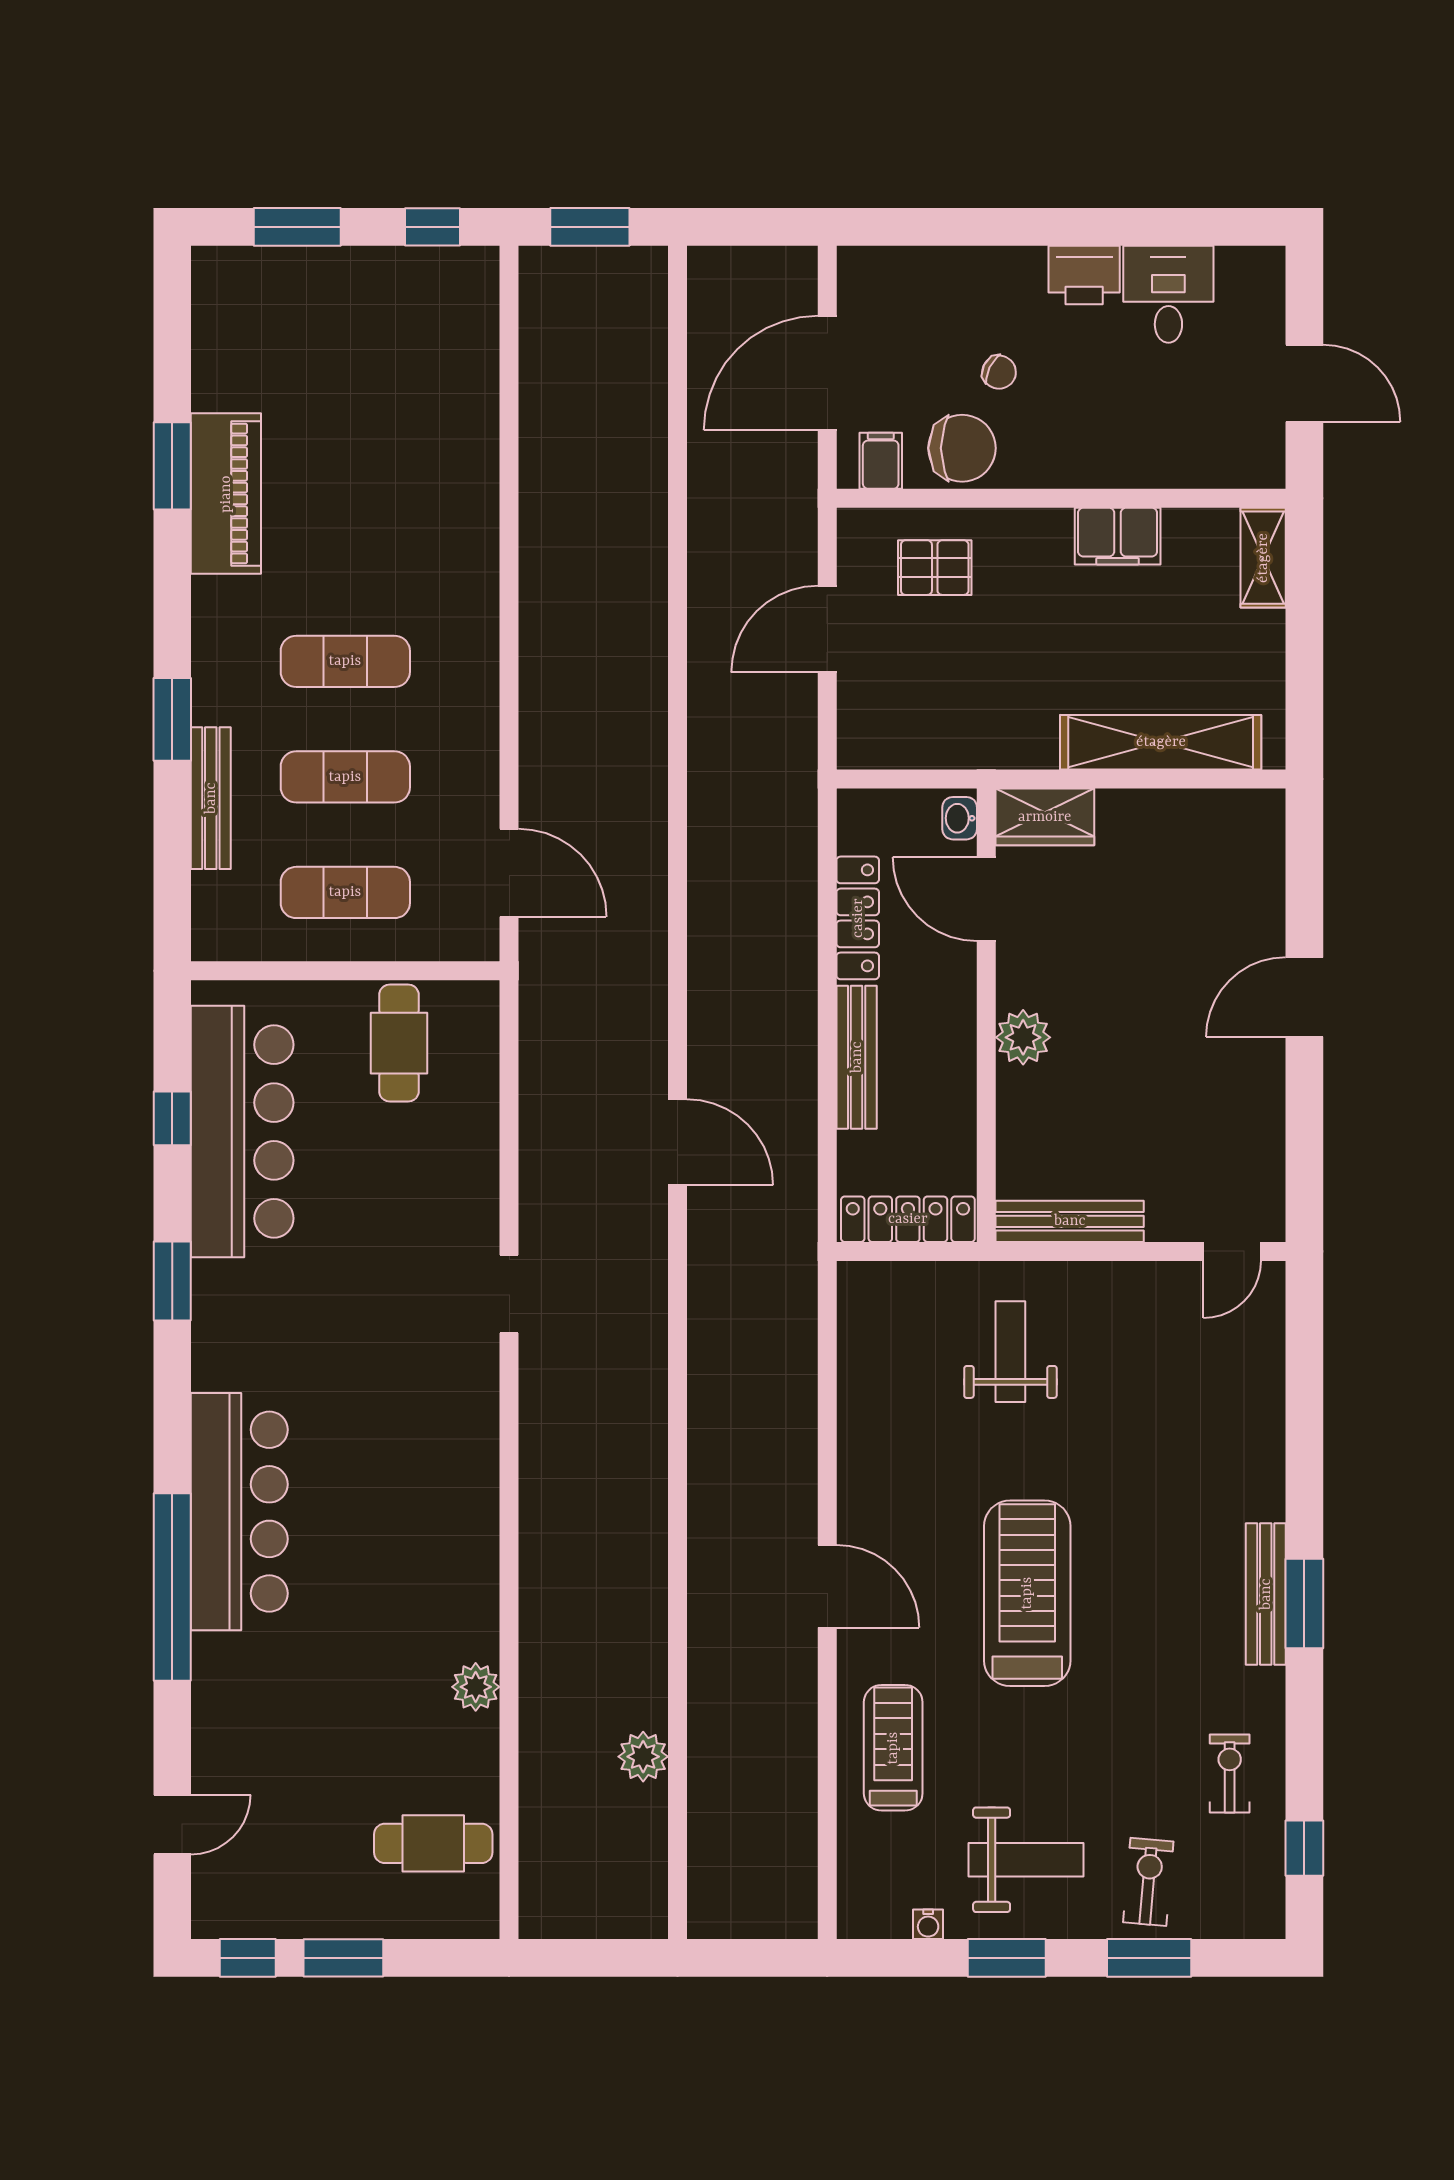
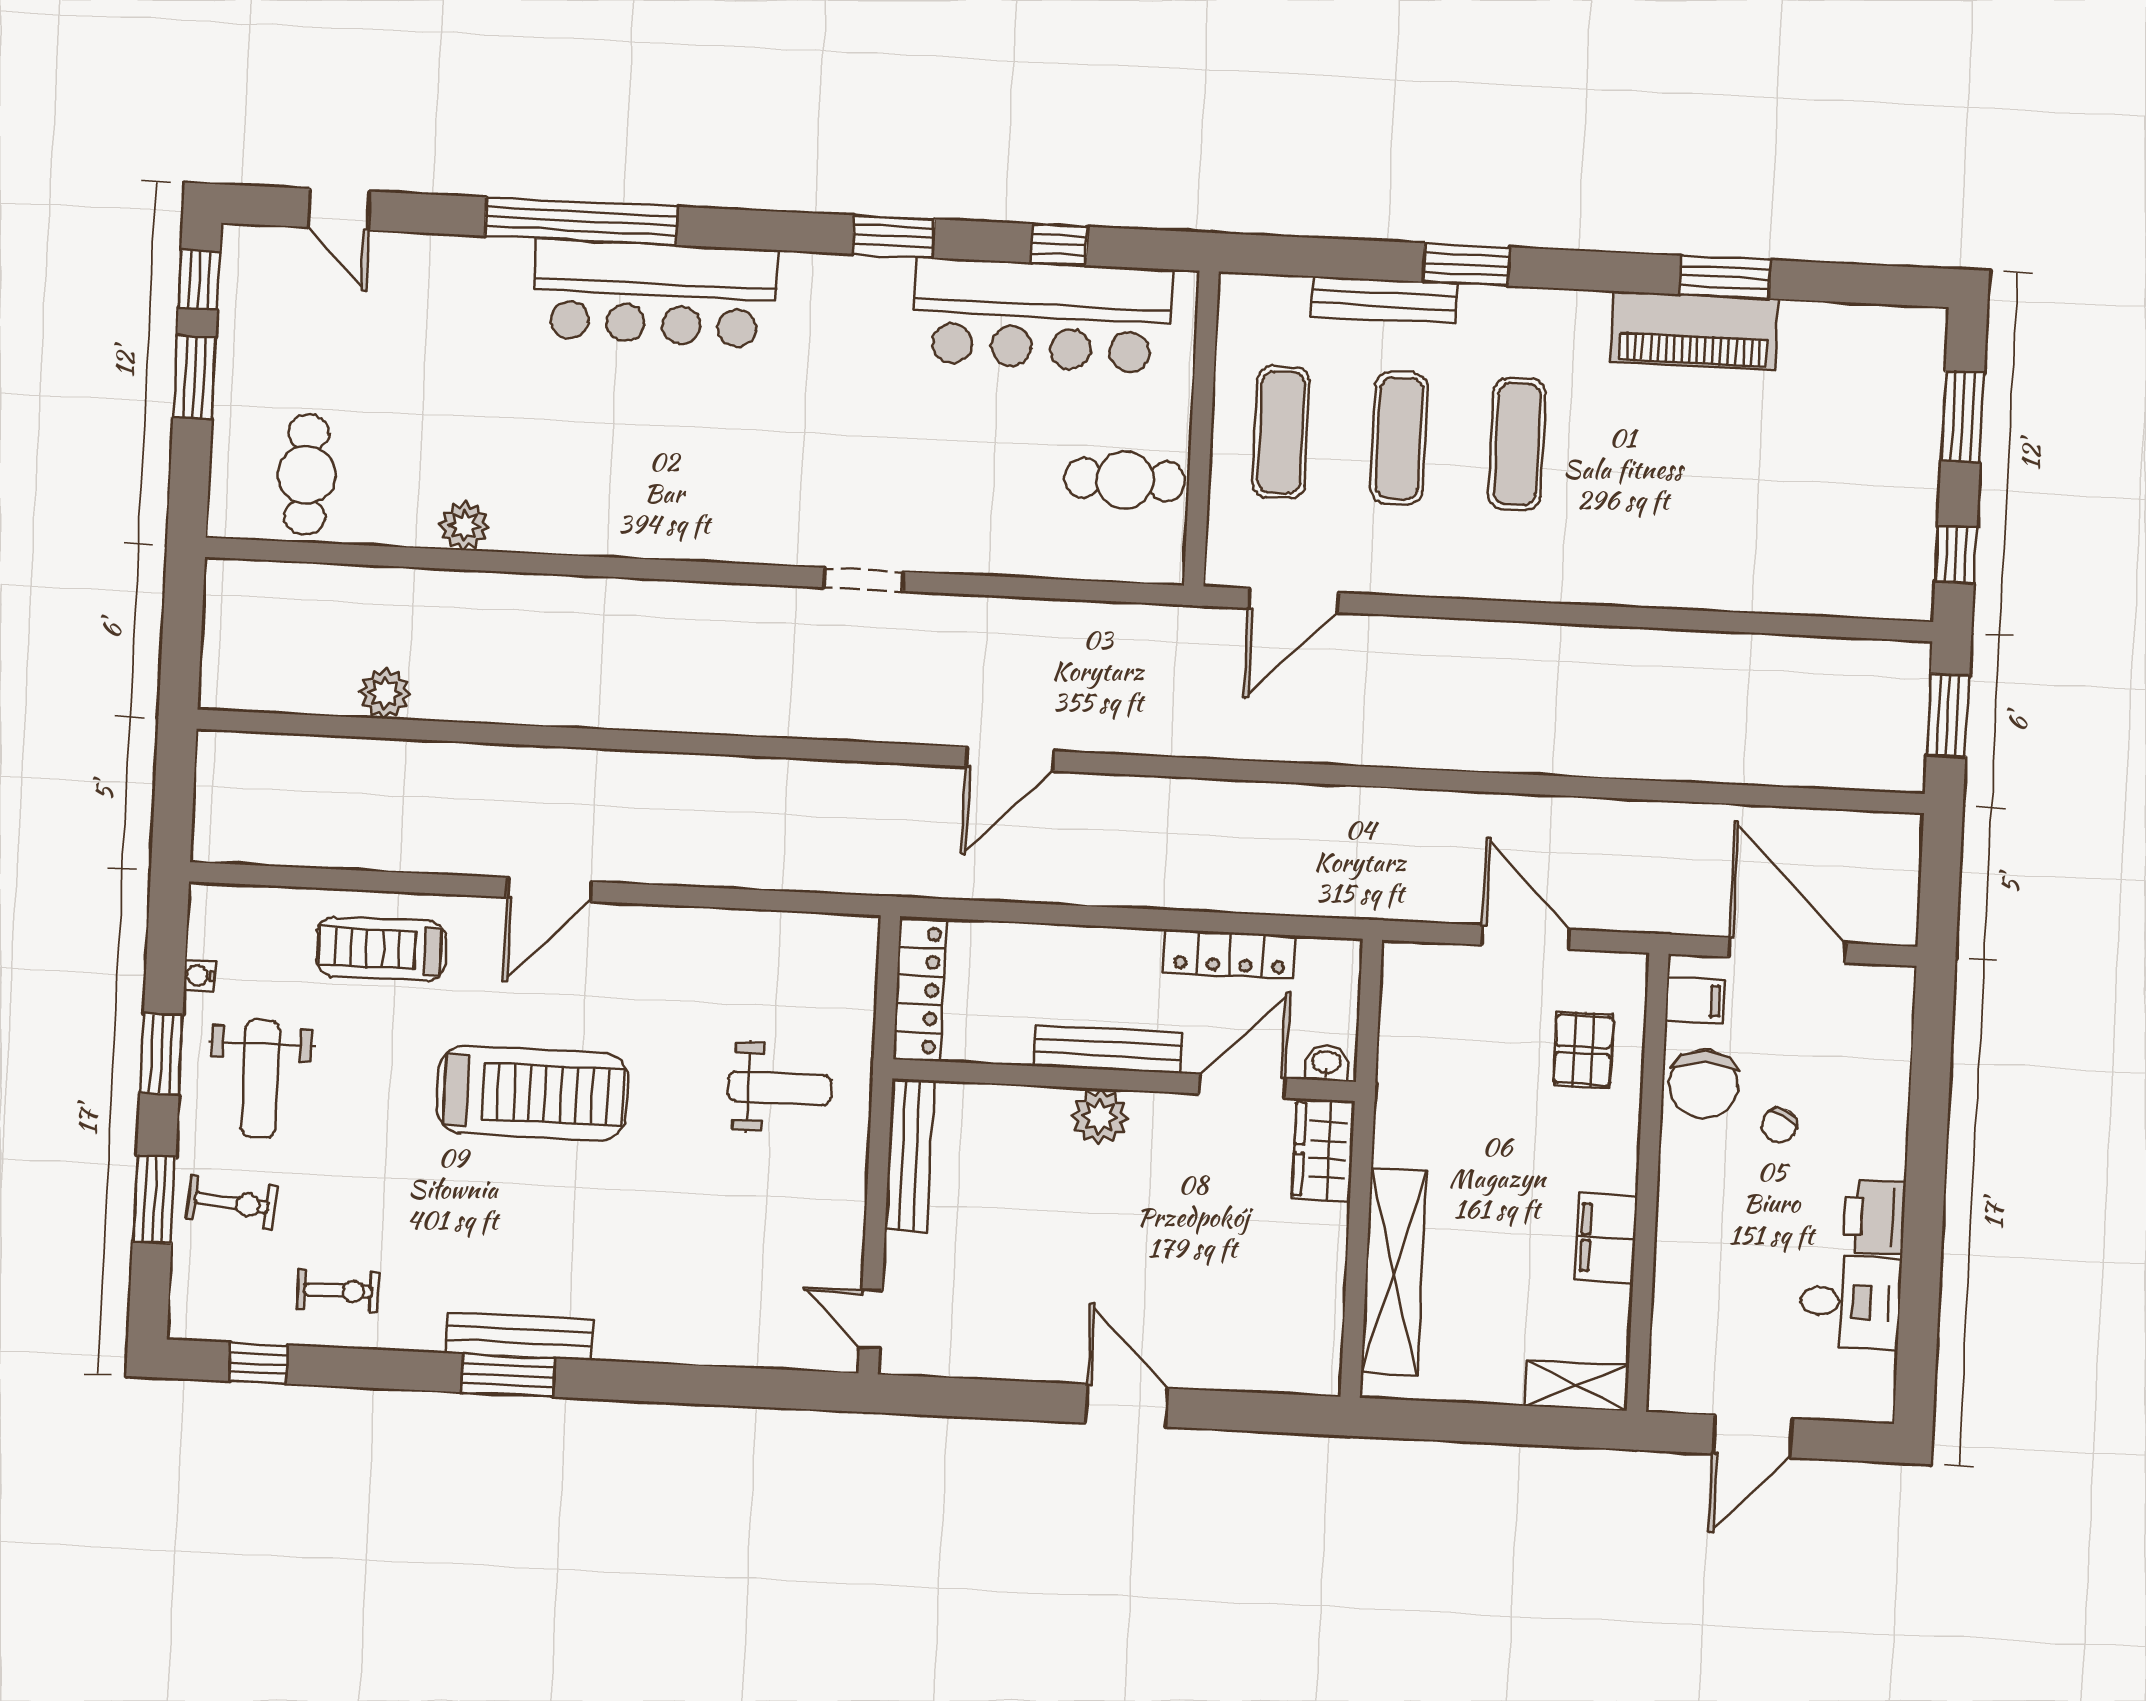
bench: (857, 1057) -> (1108, 1049), moved
treadmill: (893, 1748) -> (381, 949), turned 180

